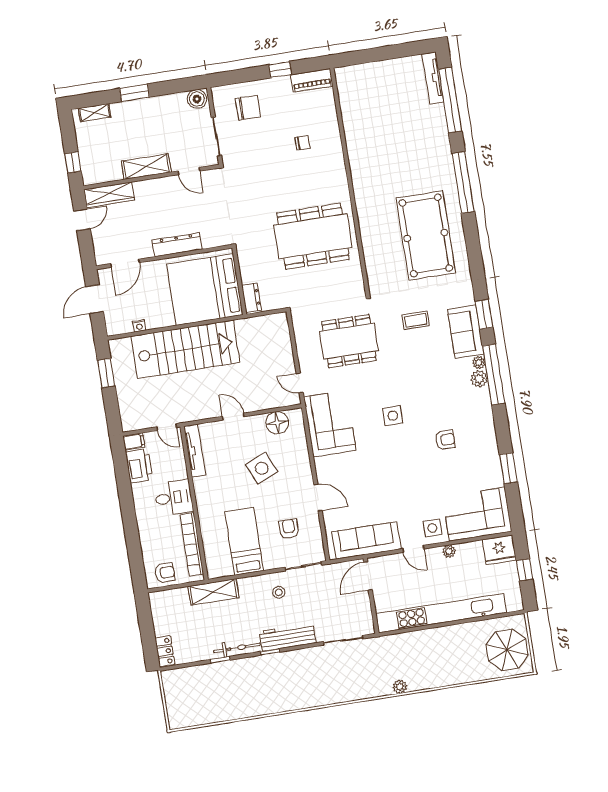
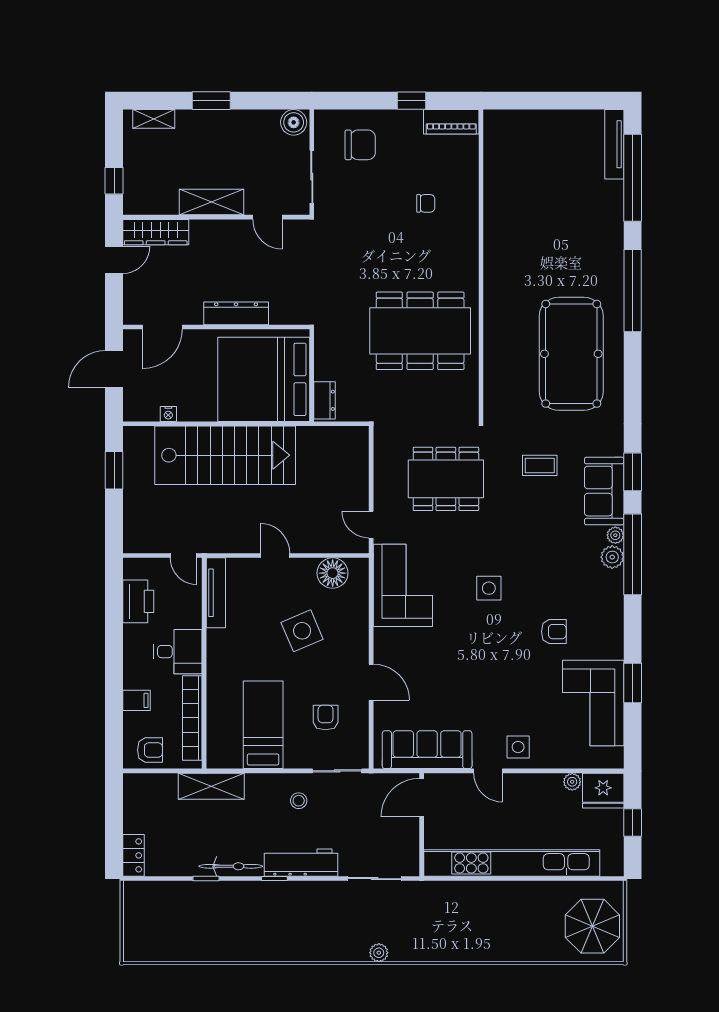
filing cabinet: (134, 442) -> (136, 700), moved
corner sofa: (477, 514) -> (593, 703), moved, turned -90
plant: (449, 551) -> (572, 782), moved
plant: (400, 687) -> (379, 953), moved

